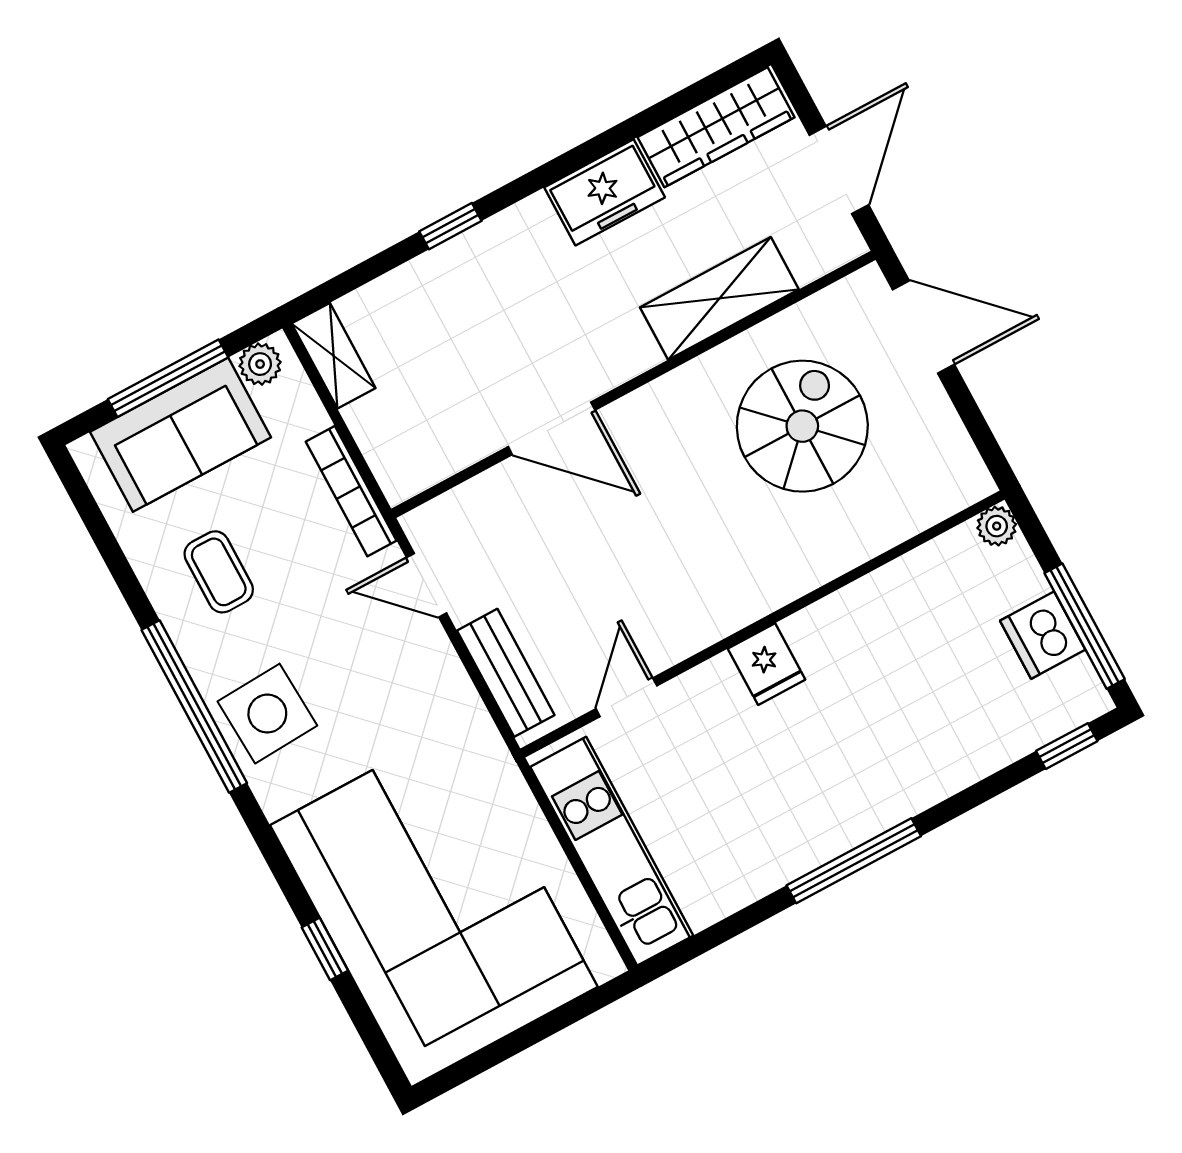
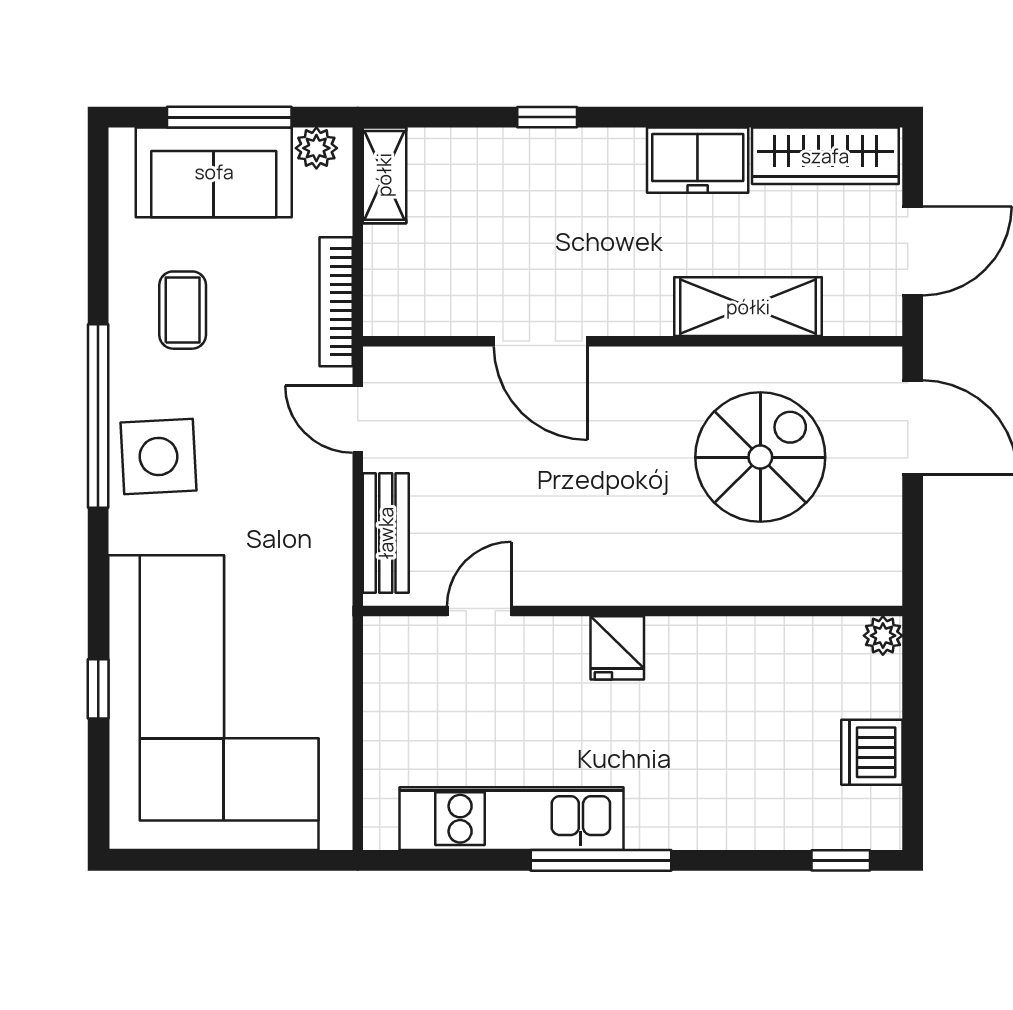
window: (1085, 626) -> (913, 764), removed
kitchen unit: (612, 851) -> (512, 819), moved, turned -90

